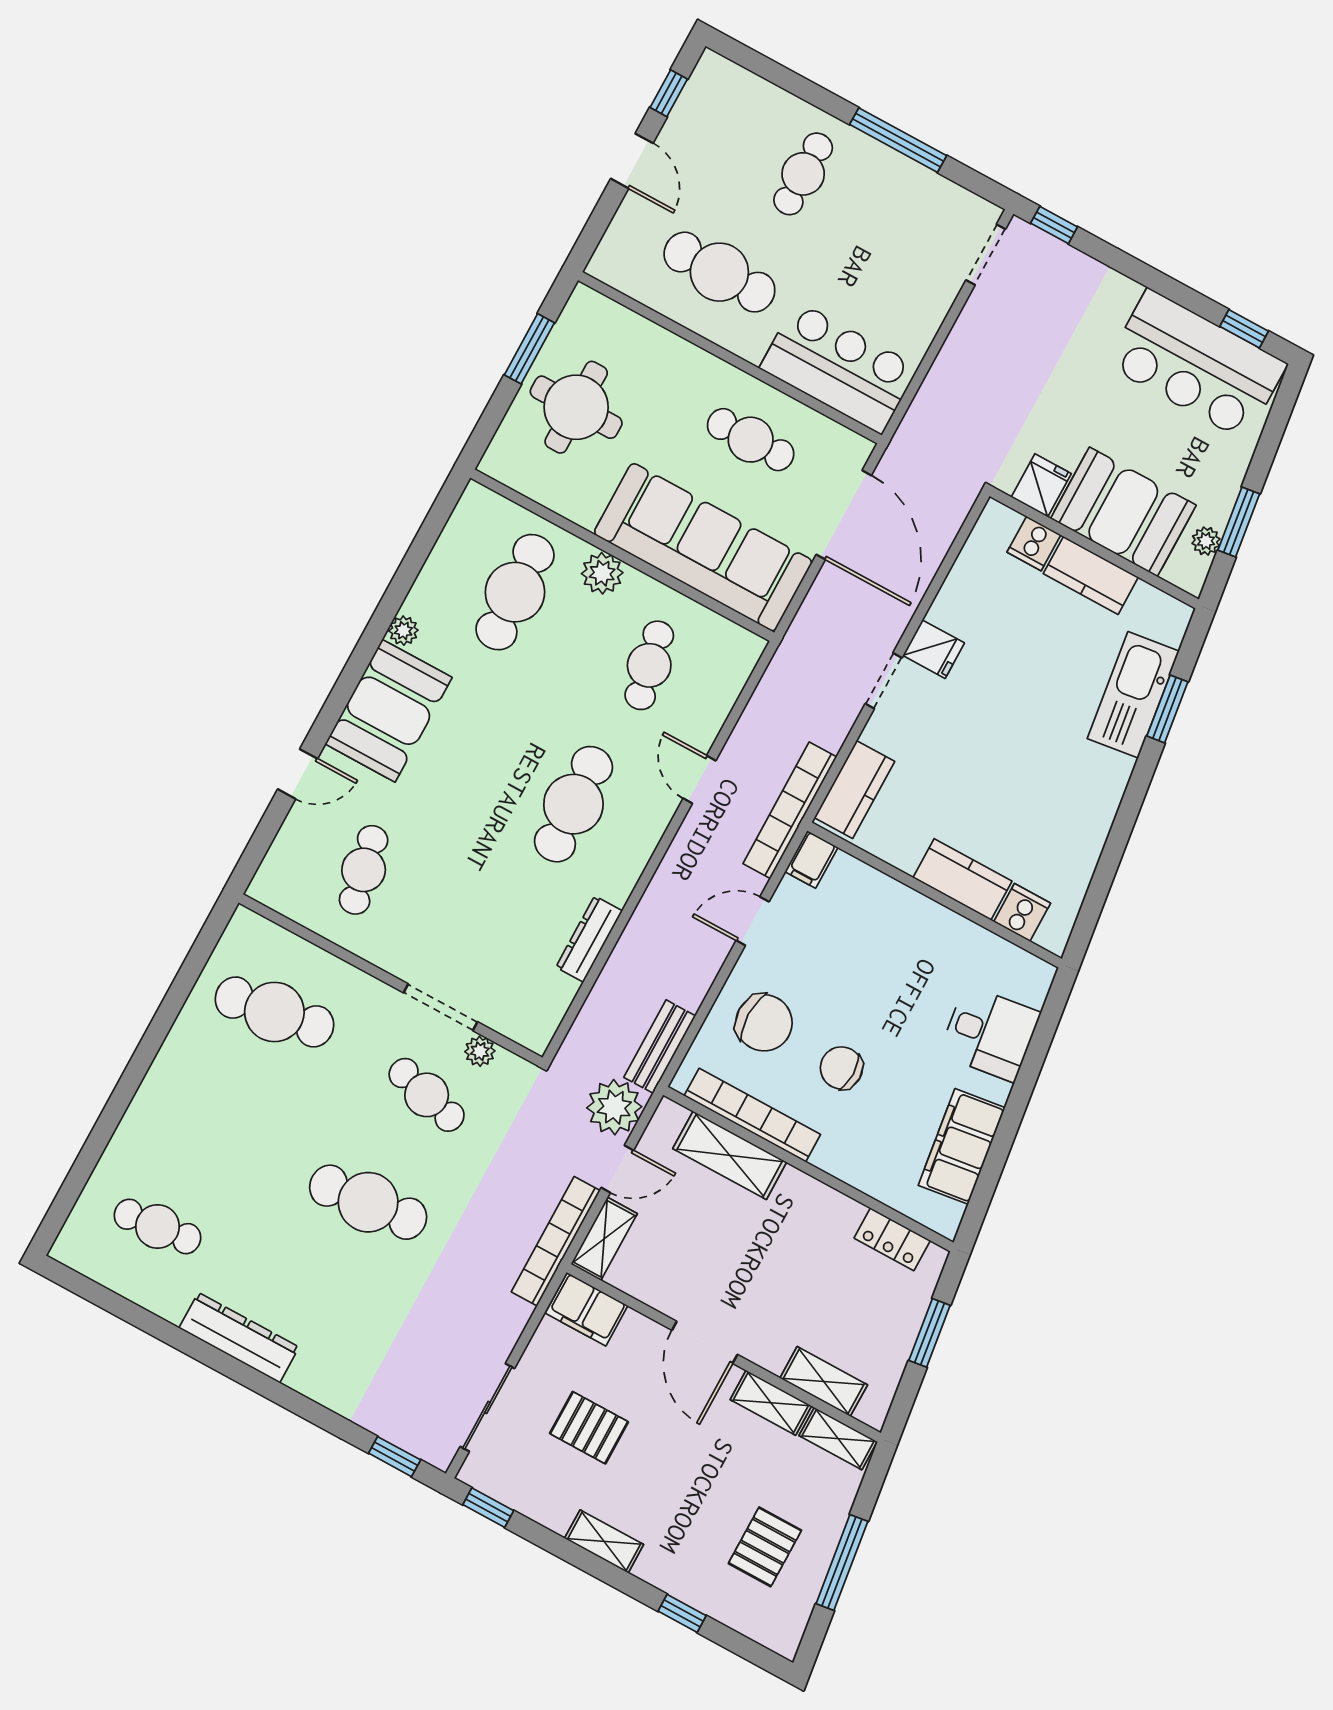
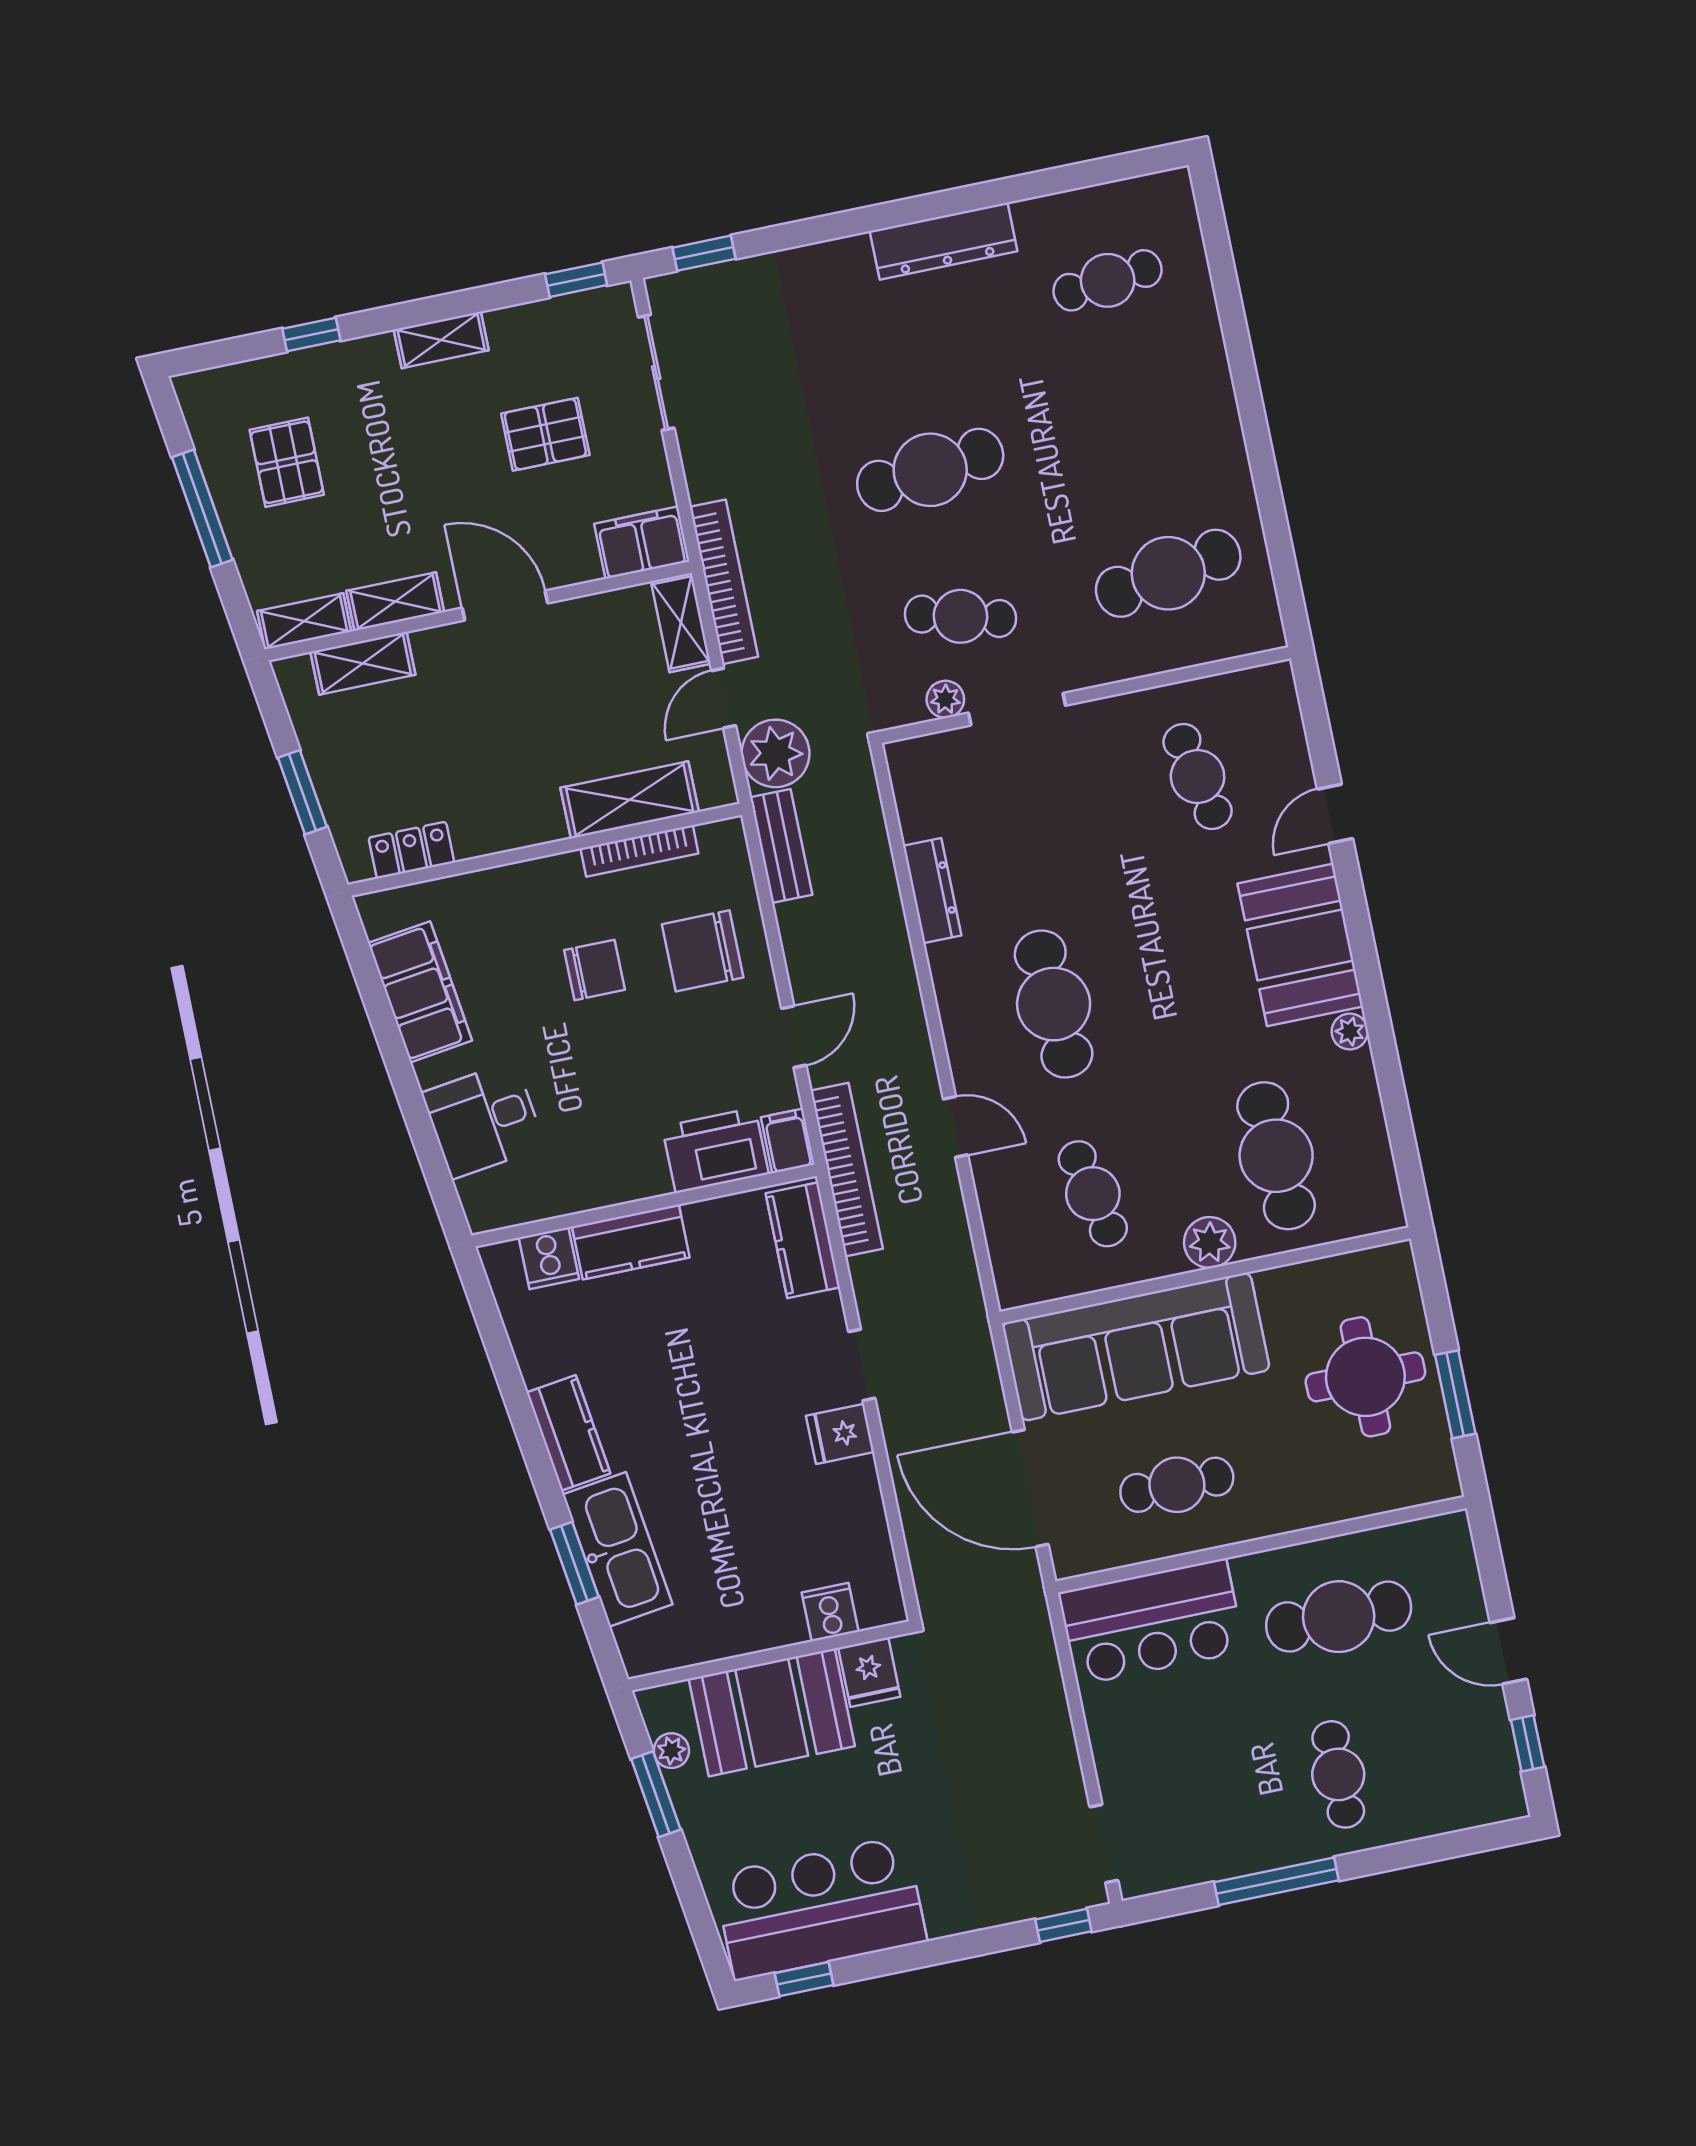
kitchen counter: (1091, 575) -> (568, 1433), moved, turned 82
printer: (861, 892) -> (715, 1150), added
bookcase: (752, 1115) -> (639, 851), width x0.68, depth x0.76

